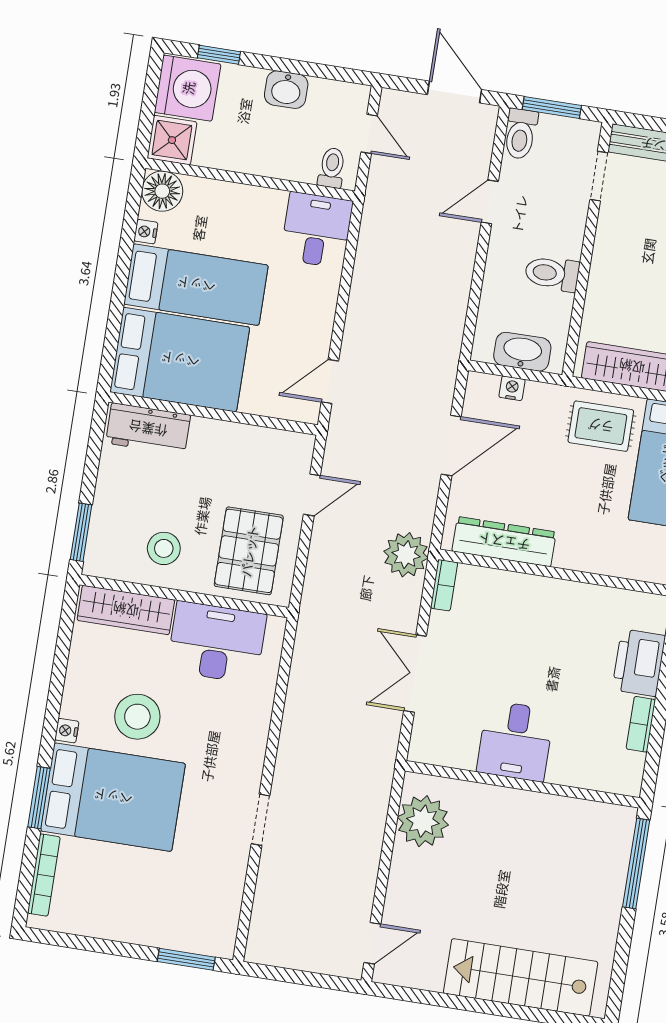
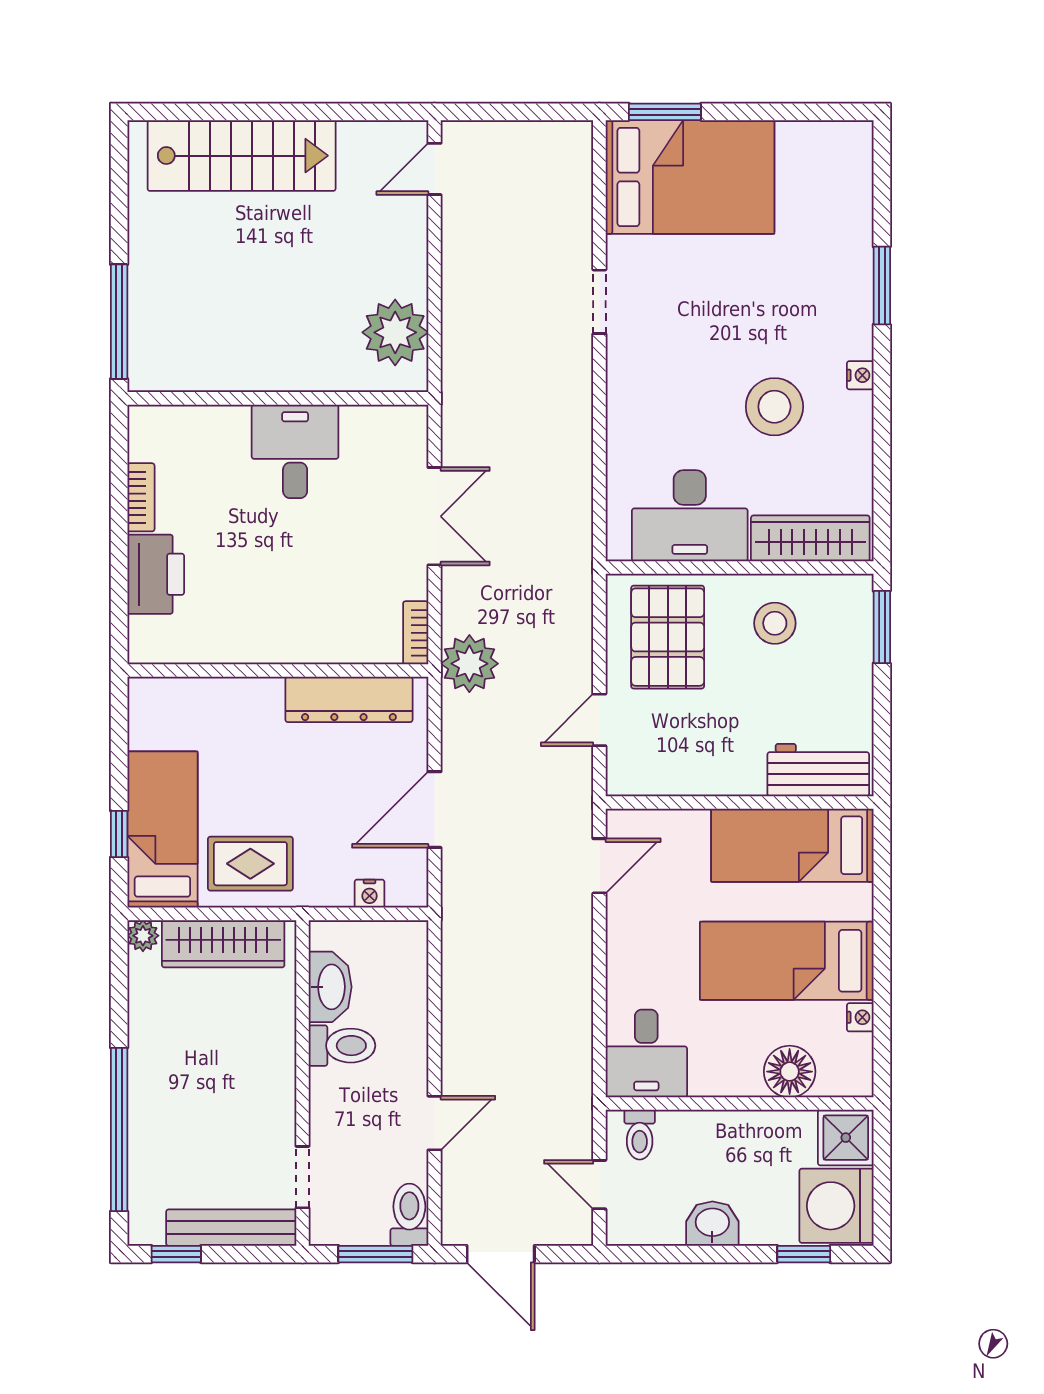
floor lamp: (162, 191) -> (790, 1072), moved
washbasin: (522, 352) -> (330, 987), moved, turned -90
bed: (180, 360) -> (792, 845), width x0.67
bed: (113, 797) -> (690, 177), moved, turned 180
bookcase: (44, 875) -> (860, 189), removed

